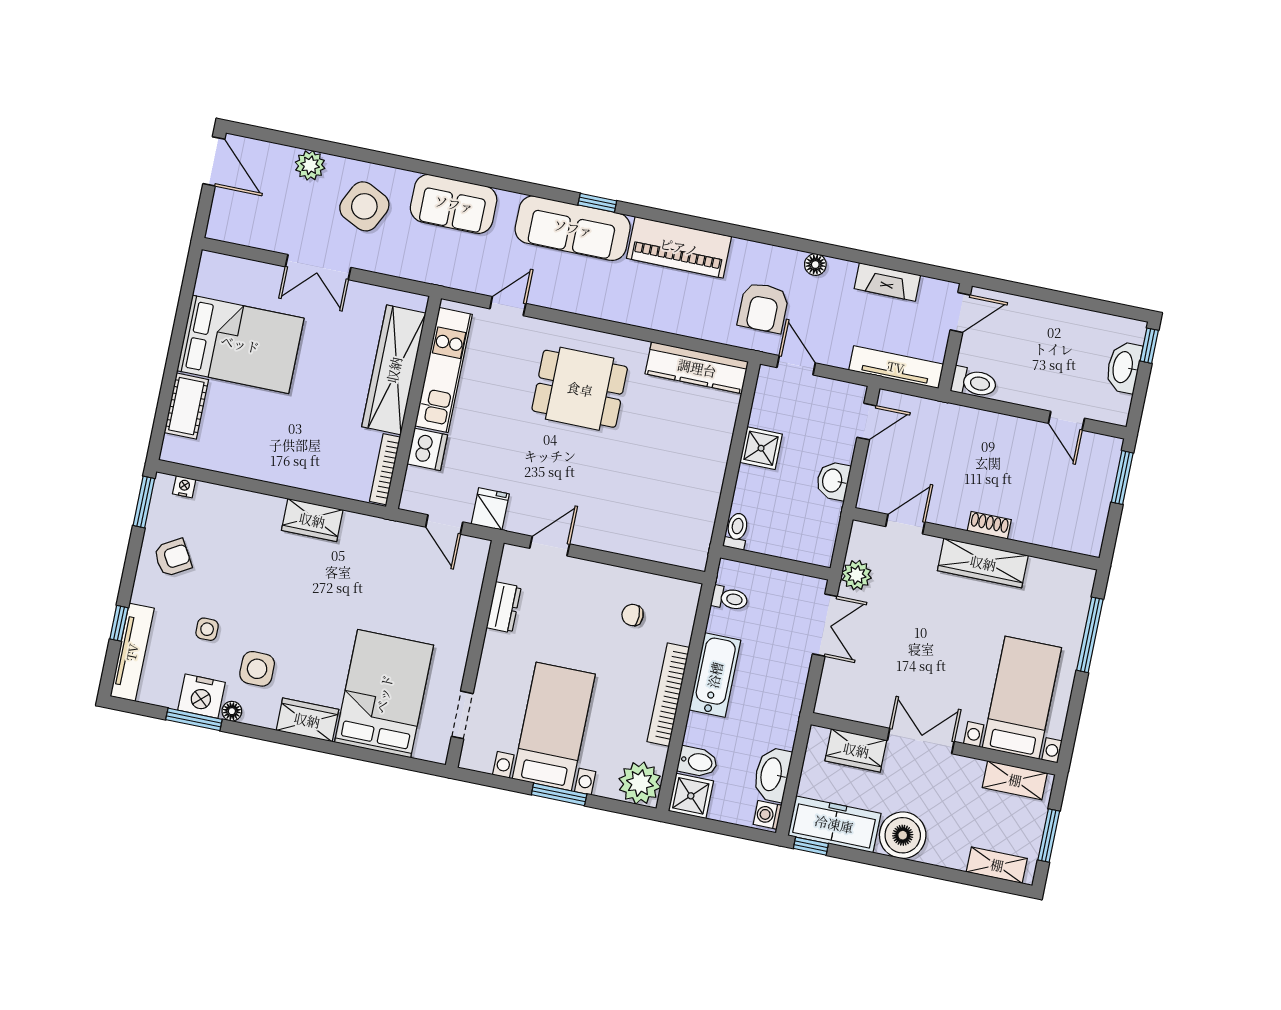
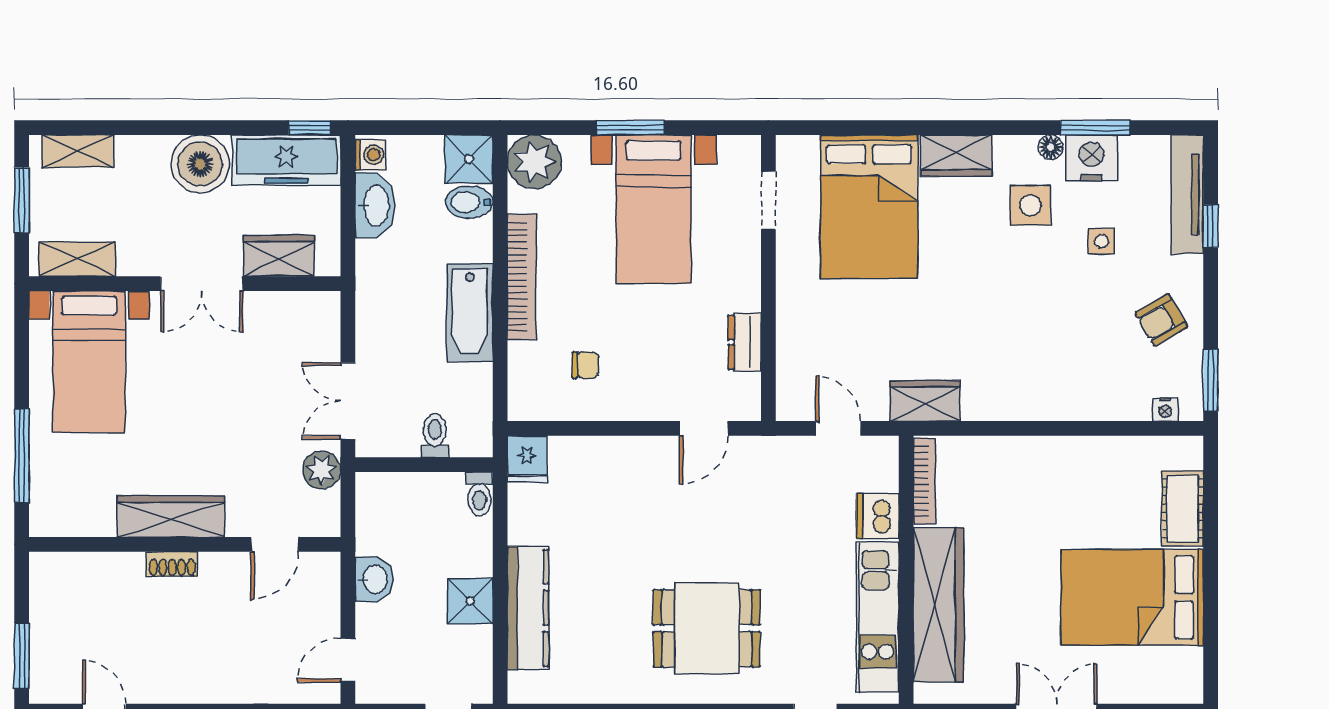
kitchen counter: (697, 368) -> (528, 608), moved, turned 90
fridge: (490, 509) -> (527, 459), moved
wardrobe: (312, 520) -> (925, 401), moved
toilet: (730, 598) -> (435, 436), moved, turned 90

